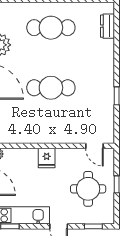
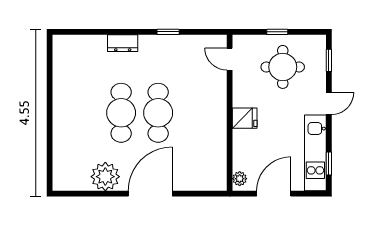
dresser: (107, 26) -> (123, 43), moved
cafe table: (51, 28) -> (121, 113), moved
door: (94, 146) -> (230, 59), swing flipped

